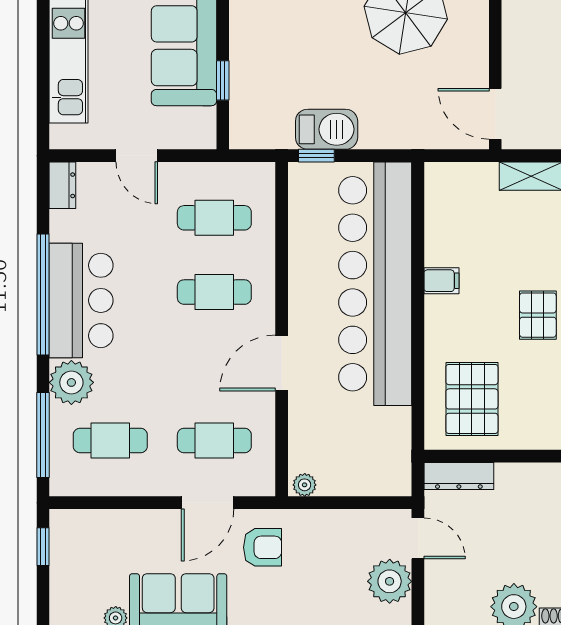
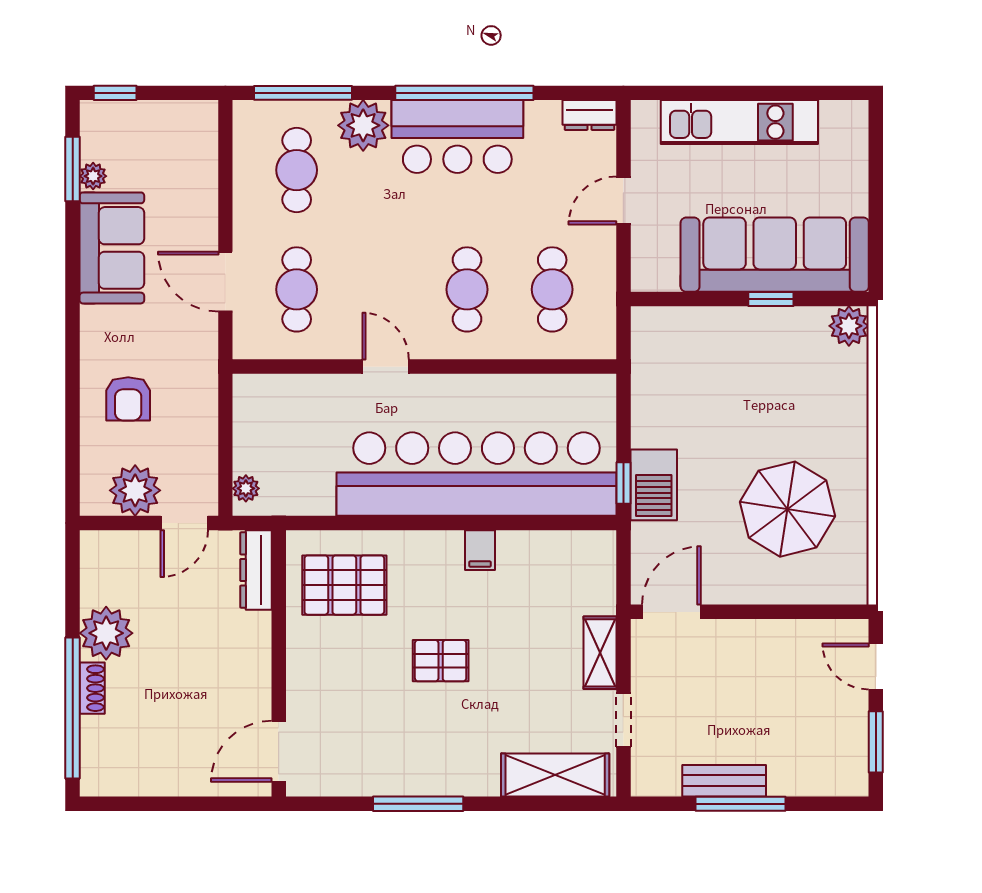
window: (223, 80) -> (771, 299), moved
barbecue: (327, 129) -> (654, 485), moved
window: (316, 156) -> (623, 483), moved
door: (282, 363) -> (386, 367), width x0.73
plant: (305, 485) -> (246, 488), moved
window: (43, 547) -> (115, 93), moved
armchair: (263, 547) -> (128, 399), moved

